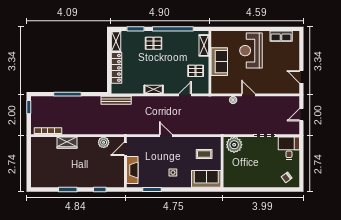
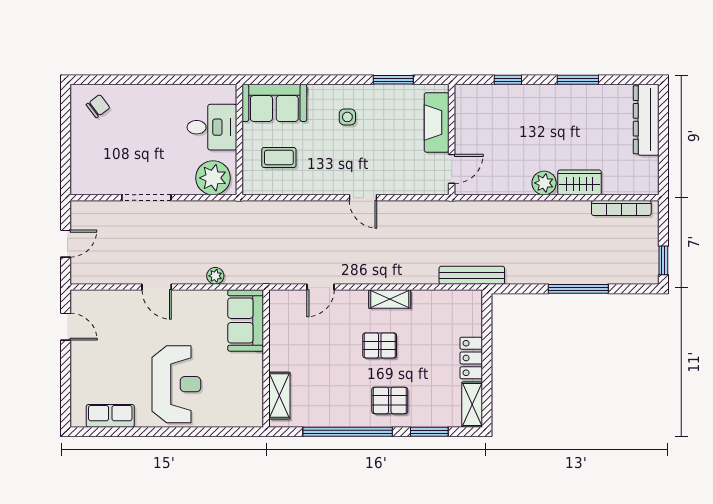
sofa: (219, 62) -> (246, 320), moved
locker: (116, 68) -> (471, 358), width x0.66
pallet: (196, 71) -> (380, 345), moved
door: (248, 95) -> (157, 287), moved
plant: (104, 142) -> (544, 183), moved
desk: (289, 148) -> (212, 127), moved, turned -90
dresser: (37, 171) -> (646, 120), added

